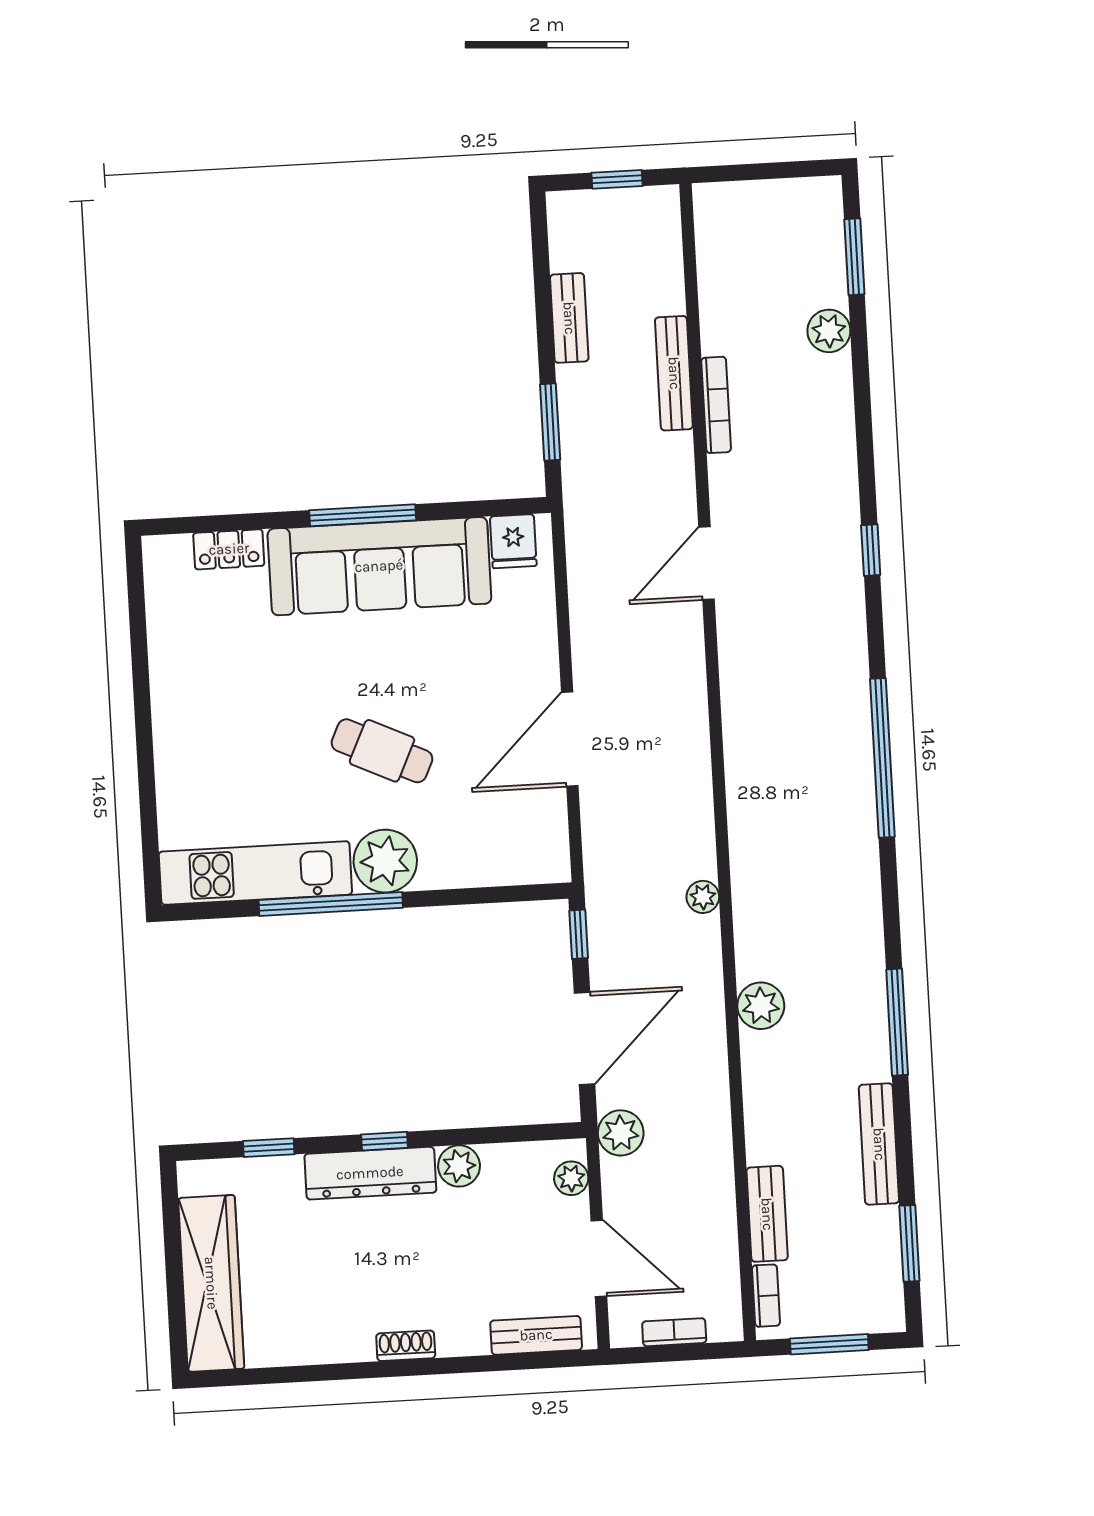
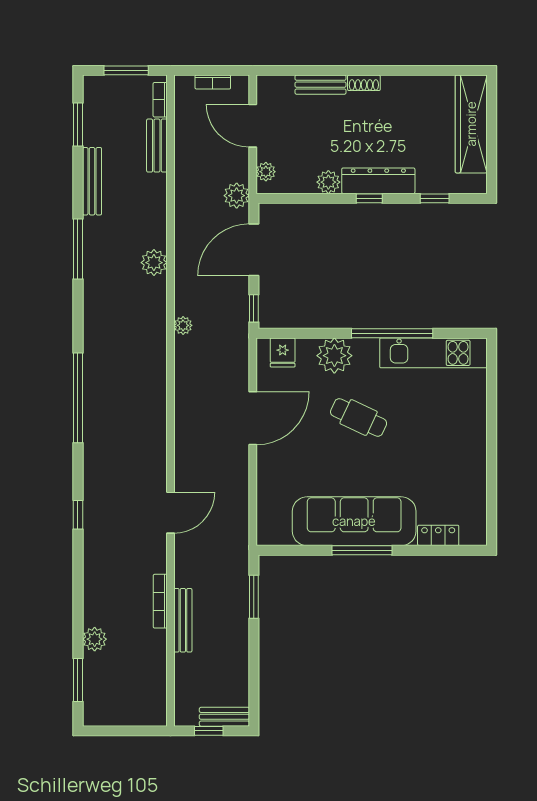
bench: (569, 318) -> (224, 717), moved, turned 90
fridge: (513, 541) -> (283, 352), moved, turned 180
plant: (385, 861) -> (334, 356), moved
bench: (536, 1335) -> (321, 85), moved

